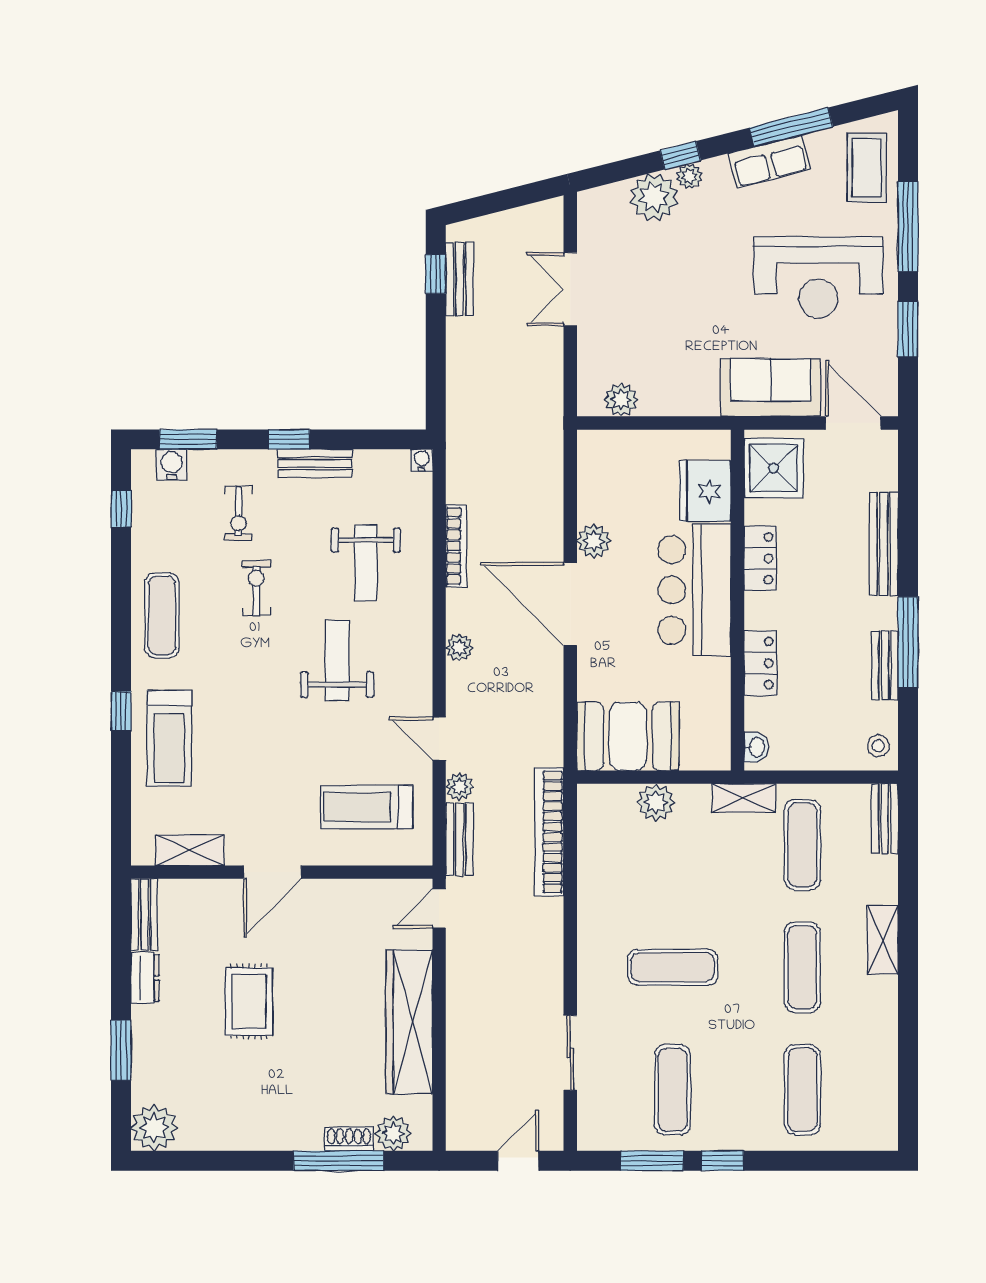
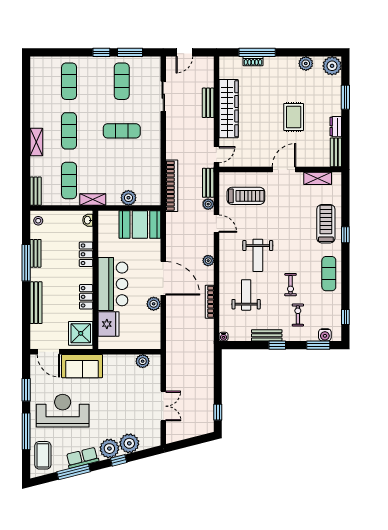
plant: (689, 176) -> (109, 449), width x1.88, depth x1.88
bench: (460, 279) -> (208, 103), moved
plant: (393, 1133) -> (306, 63), moved

